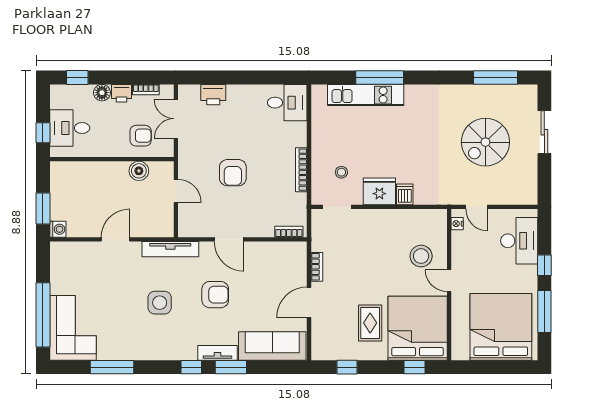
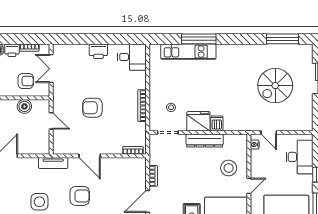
printer: (213, 95) -> (98, 51), moved
armchair: (233, 173) -> (92, 108), turned 90
dresser: (388, 218) -> (205, 141), added
tv unit: (170, 249) -> (53, 163), width x0.71
door: (449, 281) -> (249, 186), swing flipped

